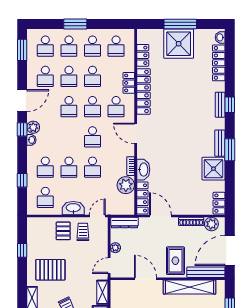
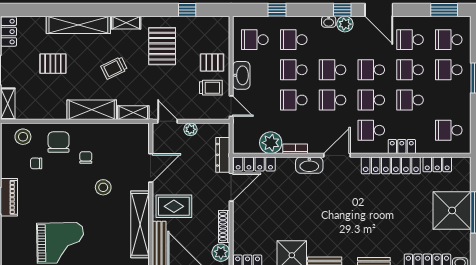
school desk: (92, 46) -> (332, 70), moved
washbasin: (143, 170) -> (309, 165), moved
dresser: (125, 223) -> (223, 155), moved

